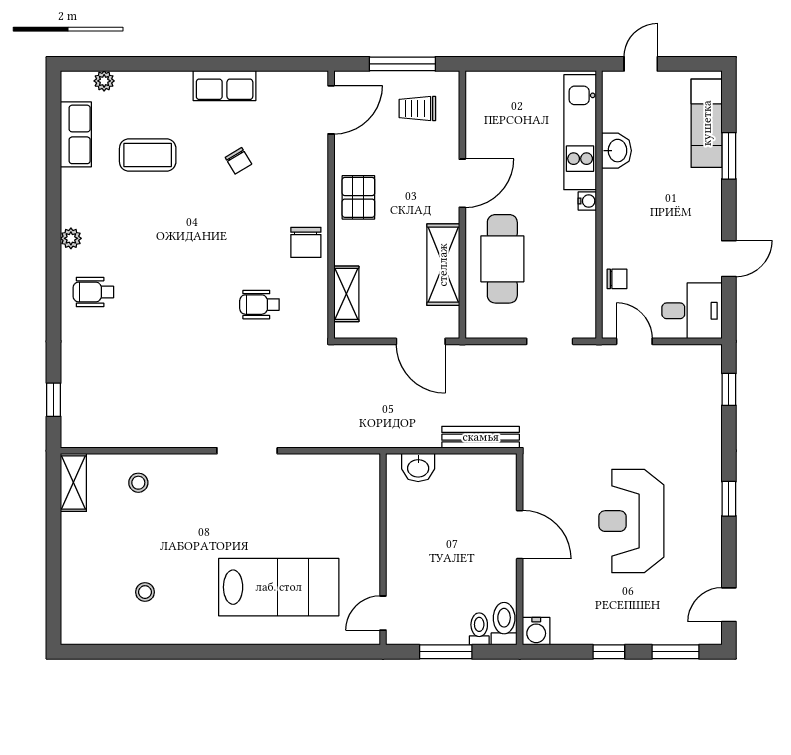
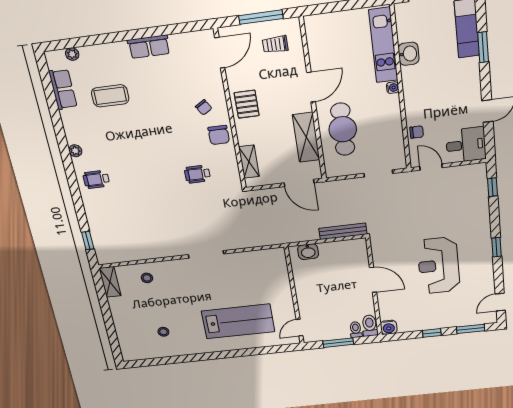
chair: (238, 161) -> (204, 107), moved

